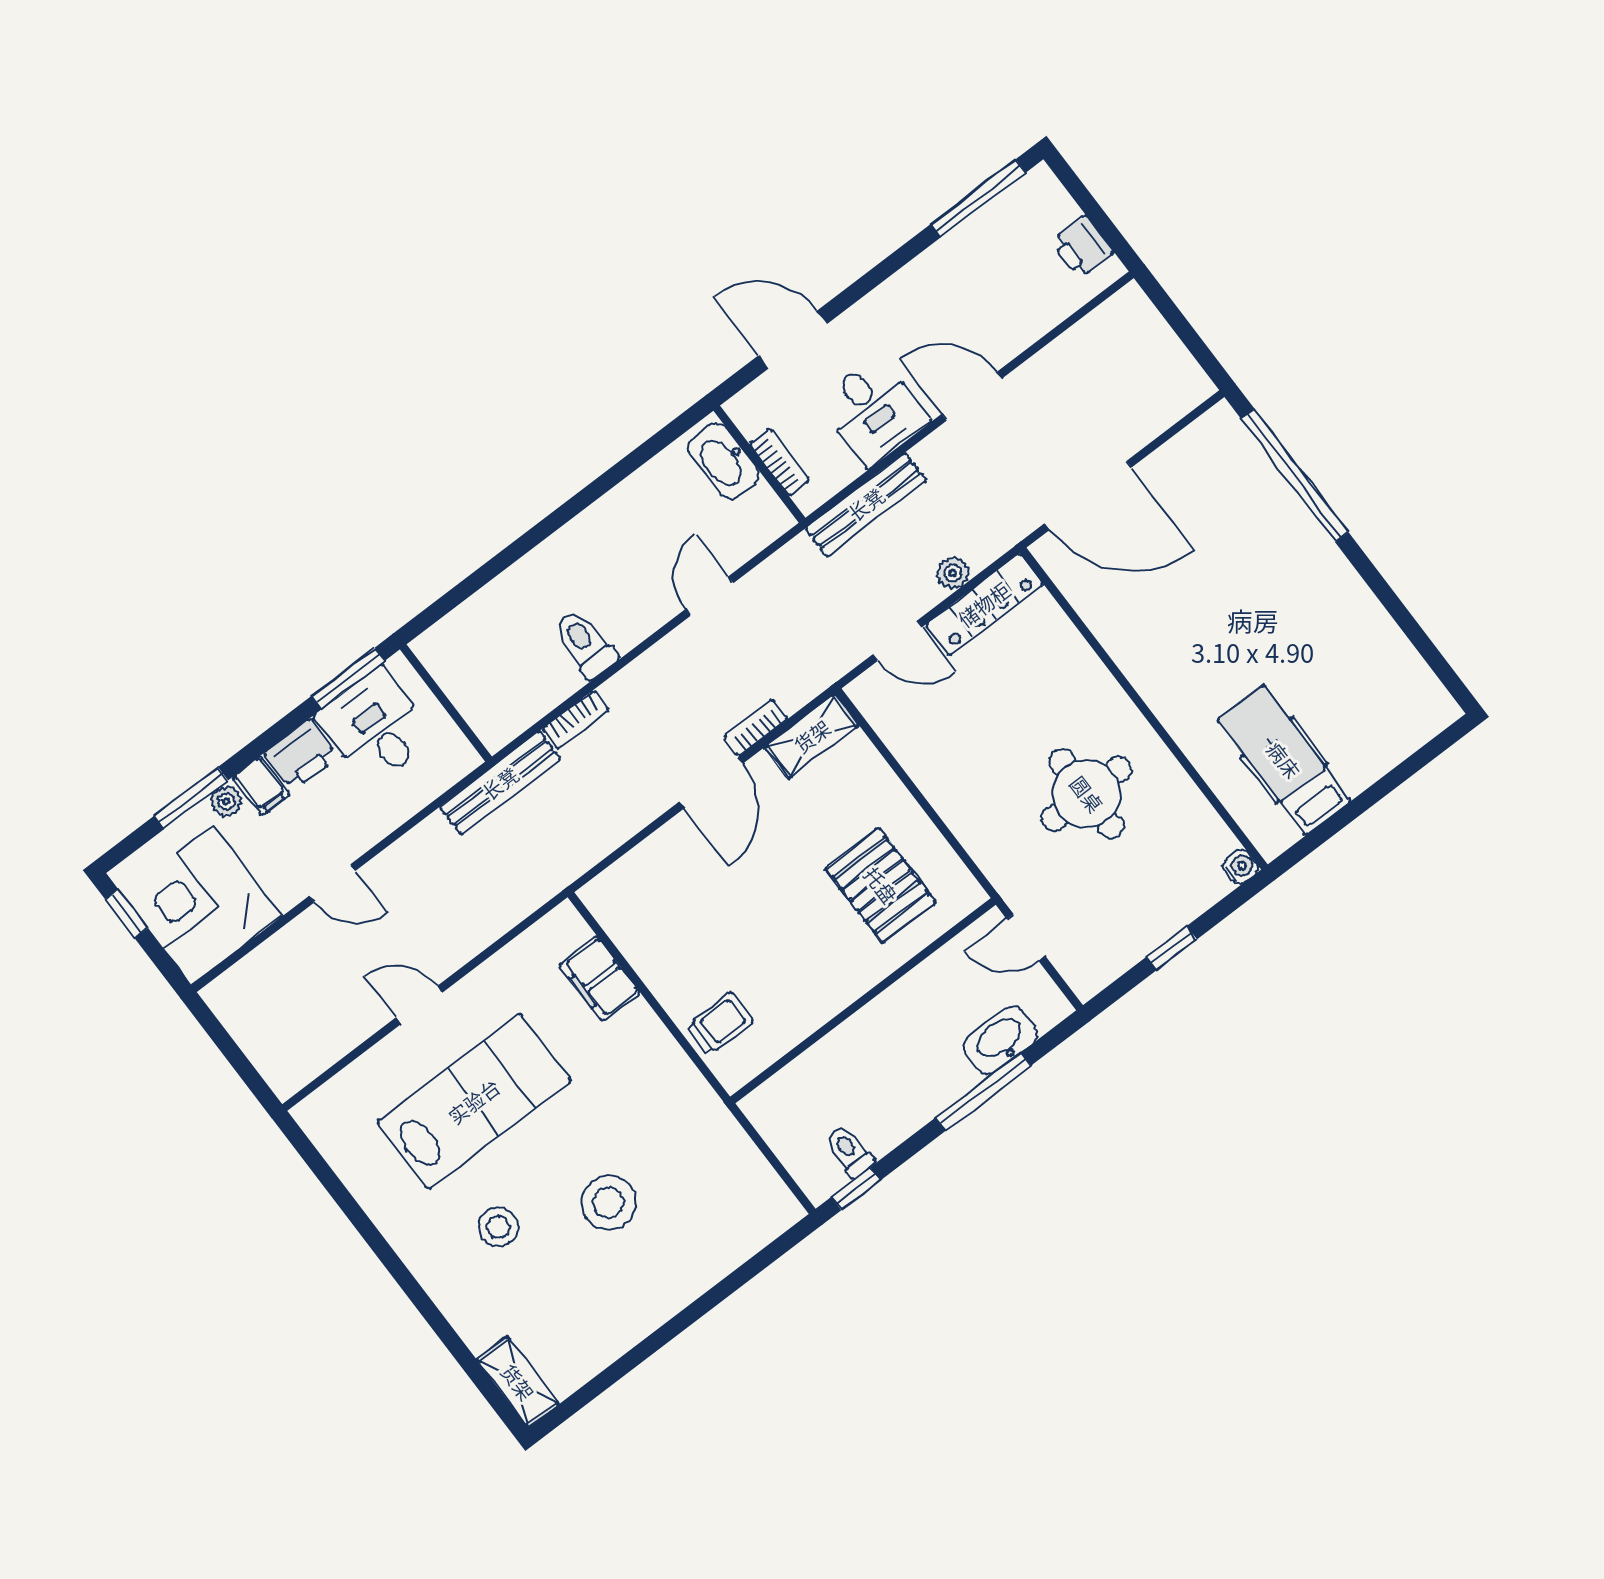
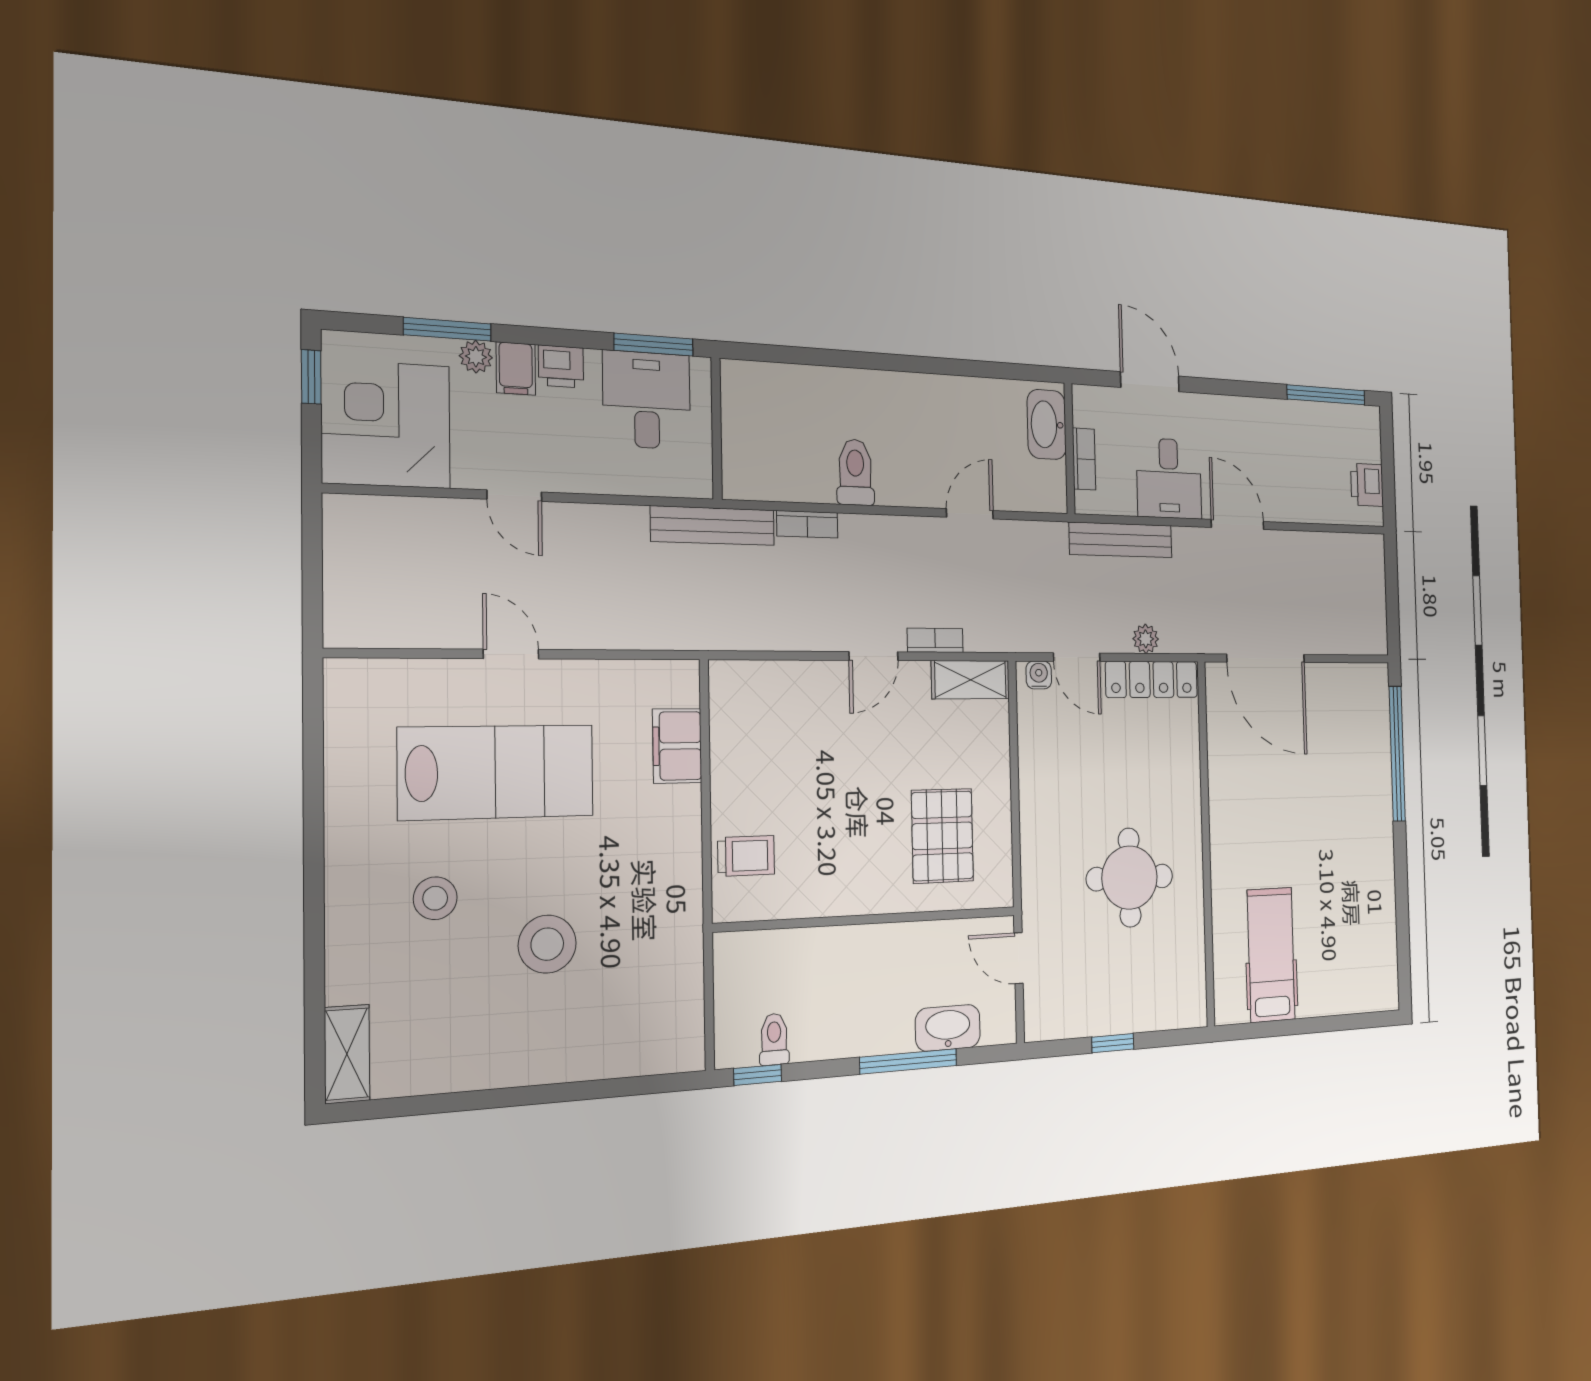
printer: (301, 755) -> (561, 367), width x0.73, depth x0.81
door: (711, 783) -> (874, 656), width x0.73
water cooler: (1240, 867) -> (1039, 675), moved, turned -90

